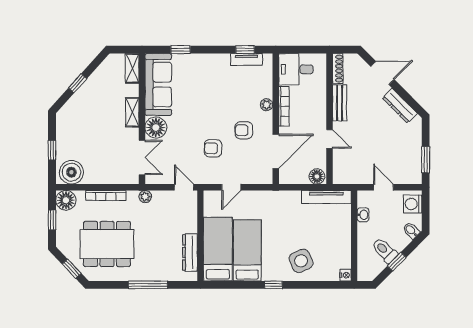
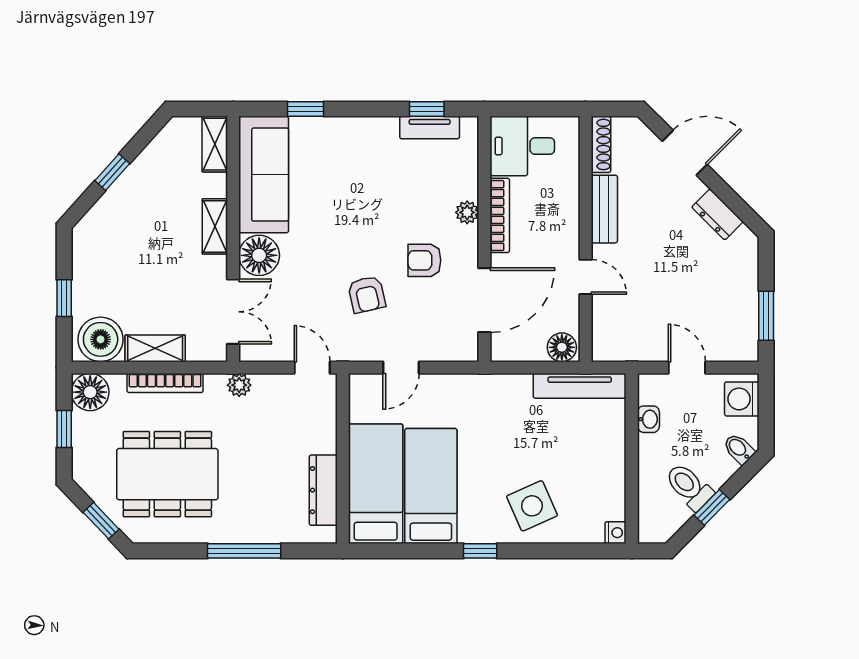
dresser: (400, 106) -> (717, 214), width x0.70
armchair: (213, 148) -> (367, 294), turned -105
shelving: (100, 177) -> (155, 348), added

